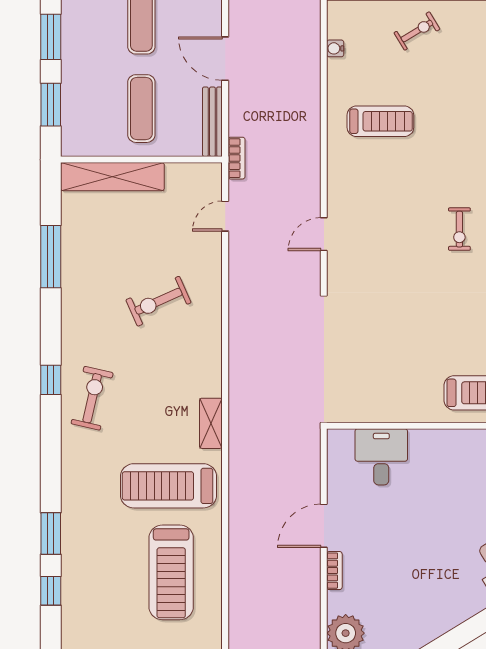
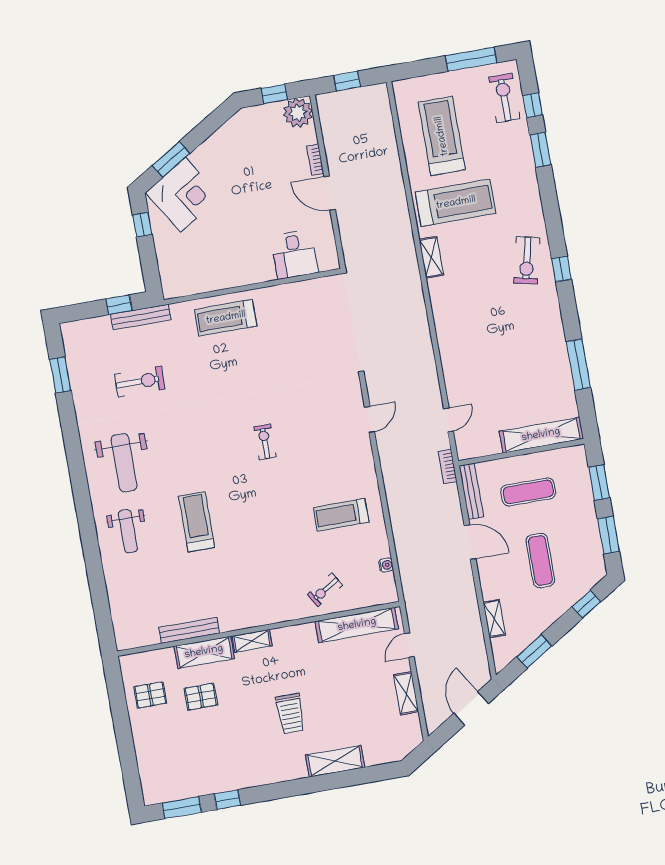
exercise mat: (141, 109) -> (528, 492), turned 90
exercise bike: (158, 301) -> (504, 98), moved, turned -66
door: (324, 526) -> (330, 193), swing flipped

